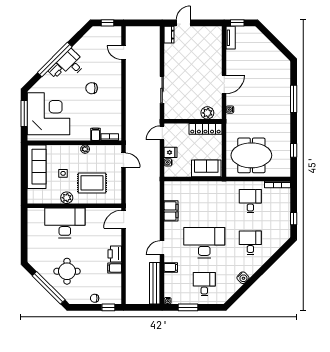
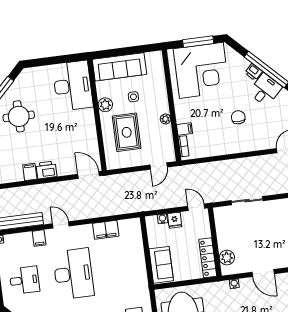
sofa: (37, 167) -> (119, 67), moved
desk: (65, 223) -> (73, 86), moved

